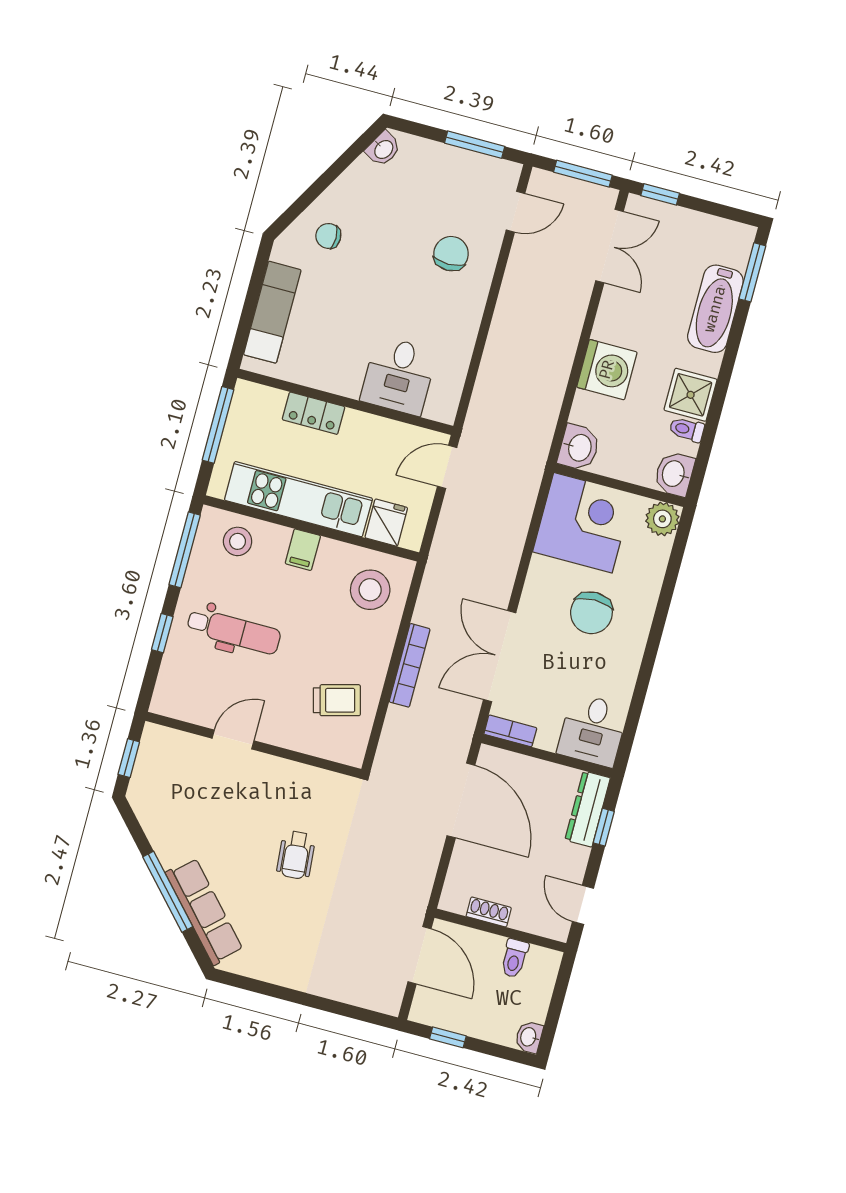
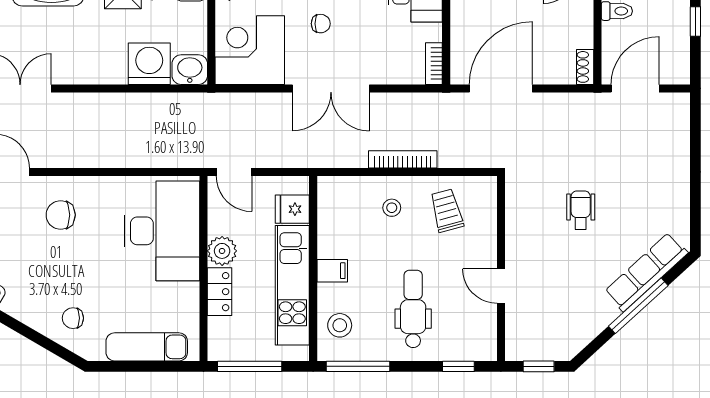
chair: (328, 236) -> (73, 318), turned 90
washing machine: (607, 370) -> (149, 64), moved
desk: (399, 376) -> (162, 231), width x1.87, depth x1.30
plant: (360, 429) -> (222, 251), added
stool: (370, 590) -> (392, 208), moved, width x0.53, depth x0.53
chair: (591, 613) -> (321, 24), width x0.54, depth x0.54
window: (162, 633) -> (458, 366), moved
double door: (500, 656) -> (331, 88), moved
wheelchair: (296, 855) -> (581, 210), turned -85
shoe rack: (489, 912) -> (585, 67), moved
window: (448, 1037) -> (695, 21), moved

